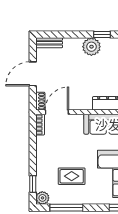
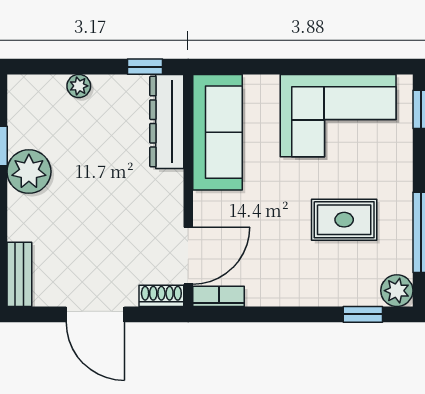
door: (57, 112) -> (188, 256), swing flipped
rug: (72, 176) -> (344, 220), turned 90

